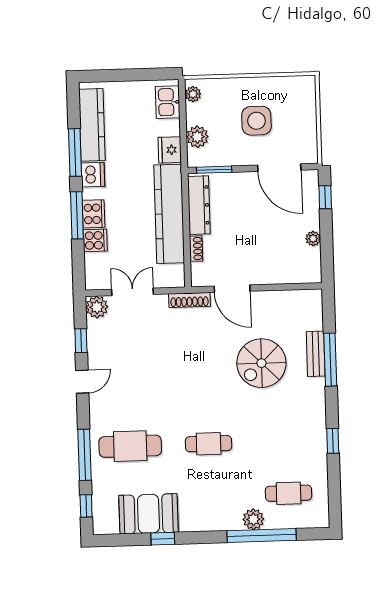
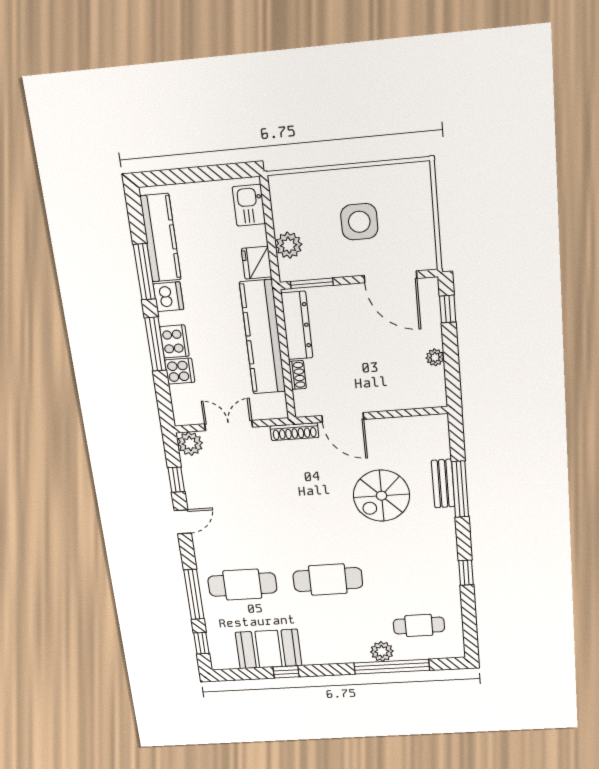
plant: (193, 94) -> (279, 193), removed
cafe table: (209, 444) -> (328, 580), width x1.37, depth x1.35

